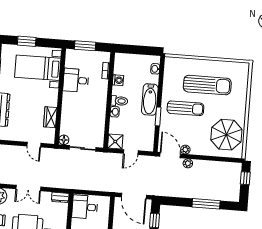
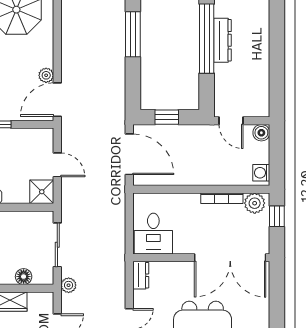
floor lamp: (64, 140) -> (24, 277), moved
plant: (188, 163) -> (69, 285), moved
door: (134, 196) -> (129, 154), hinge flipped

